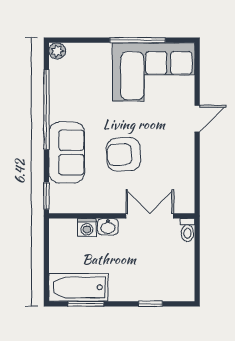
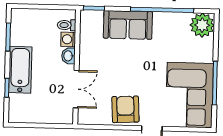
plant: (57, 51) -> (202, 25), width x1.87, depth x1.87
armchair: (124, 154) -> (125, 109), moved
toilet: (187, 230) -> (67, 25), moved
bathtub: (78, 287) -> (20, 70), moved

